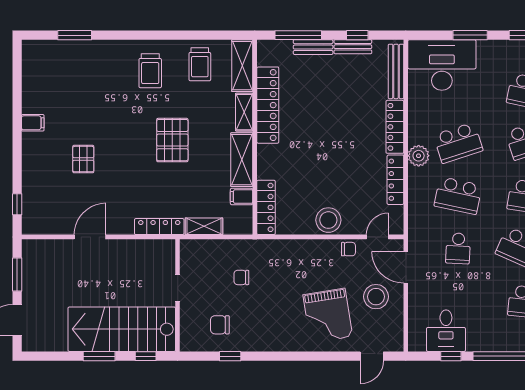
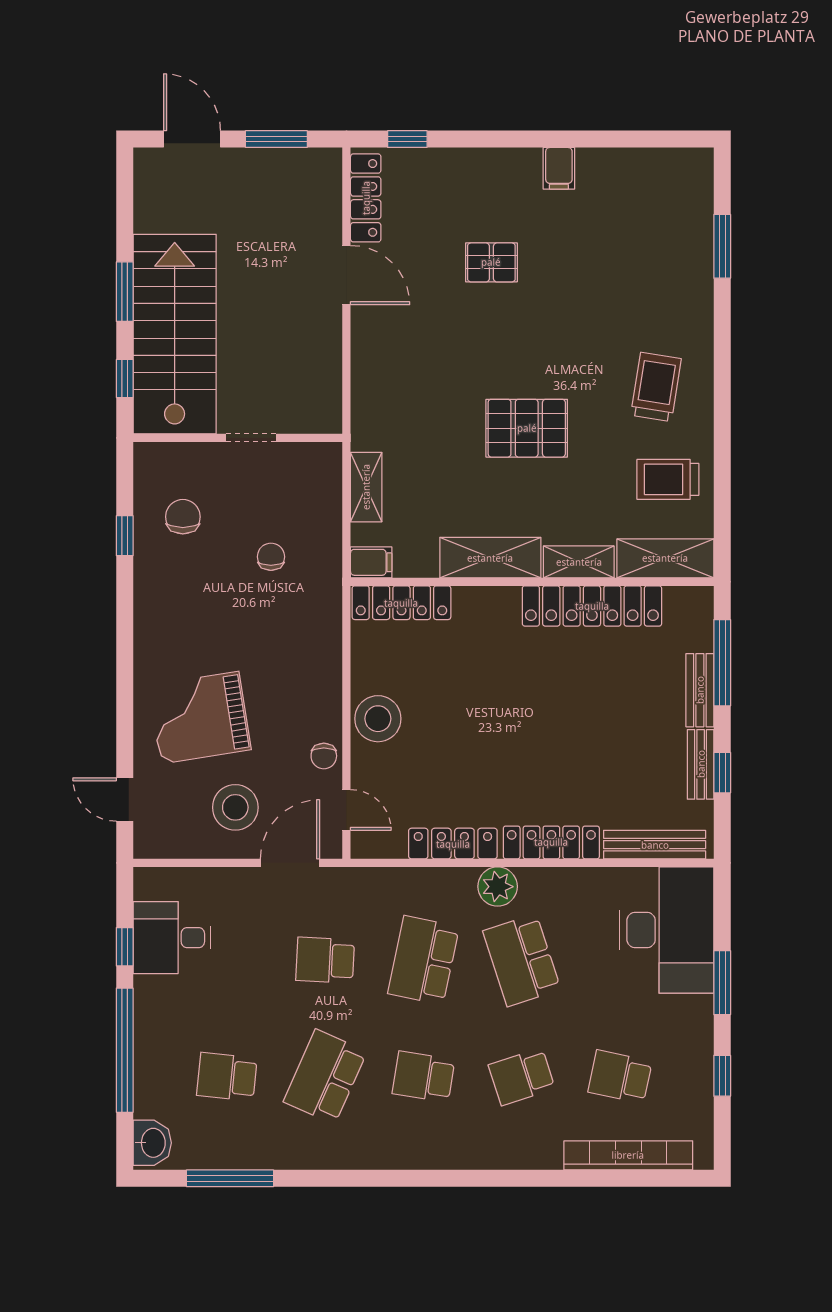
trolley: (150, 71) -> (656, 387), turned 99
filing cabinet: (242, 196) -> (371, 562), moved, turned 90
locker: (159, 227) -> (366, 198), moved

